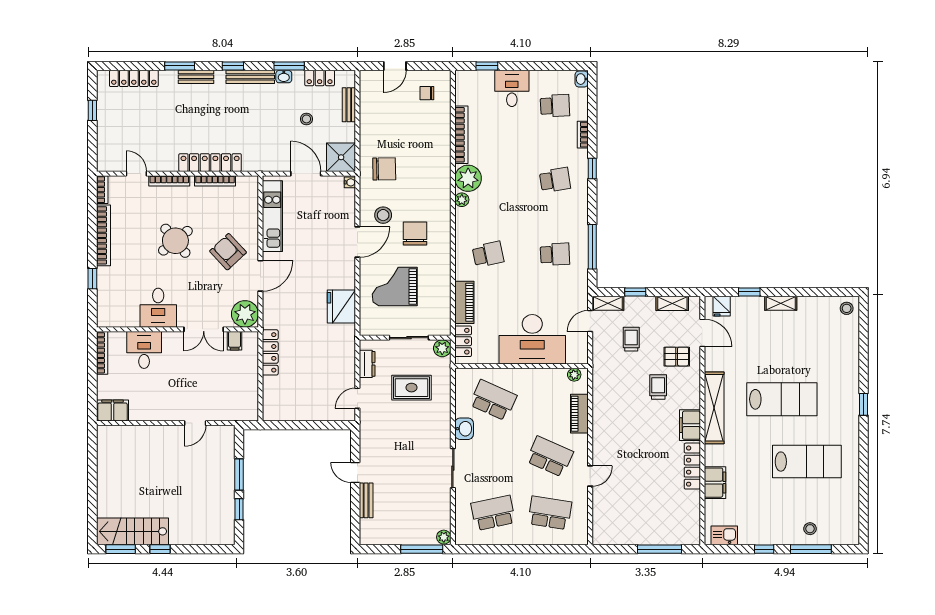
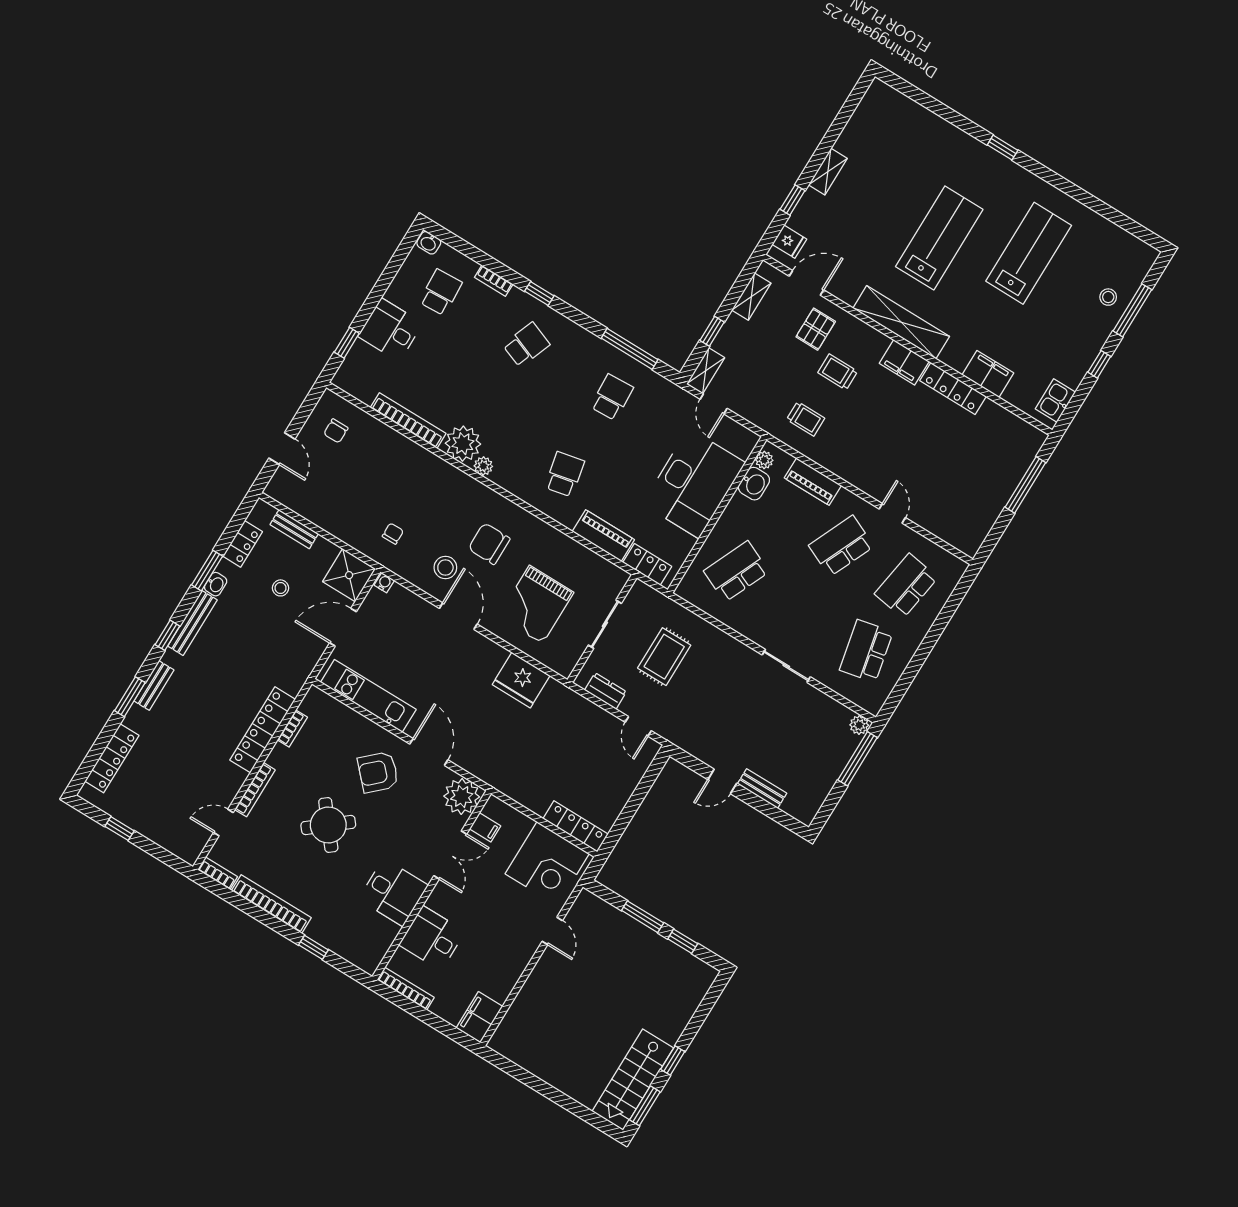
chair: (384, 169) -> (393, 534), width x0.54, depth x0.54
school desk: (555, 180) -> (526, 345), turned 30
bookcase: (215, 181) -> (292, 729), width x0.64
stool: (847, 308) -> (880, 99), removed
trolley: (631, 339) -> (806, 419), moved, turned 180
plant: (442, 348) -> (641, 593), removed
locker: (270, 352) -> (576, 826), moved
corner desk: (236, 394) -> (547, 864), added
washbasin: (464, 429) -> (754, 484), moved, turned 90

